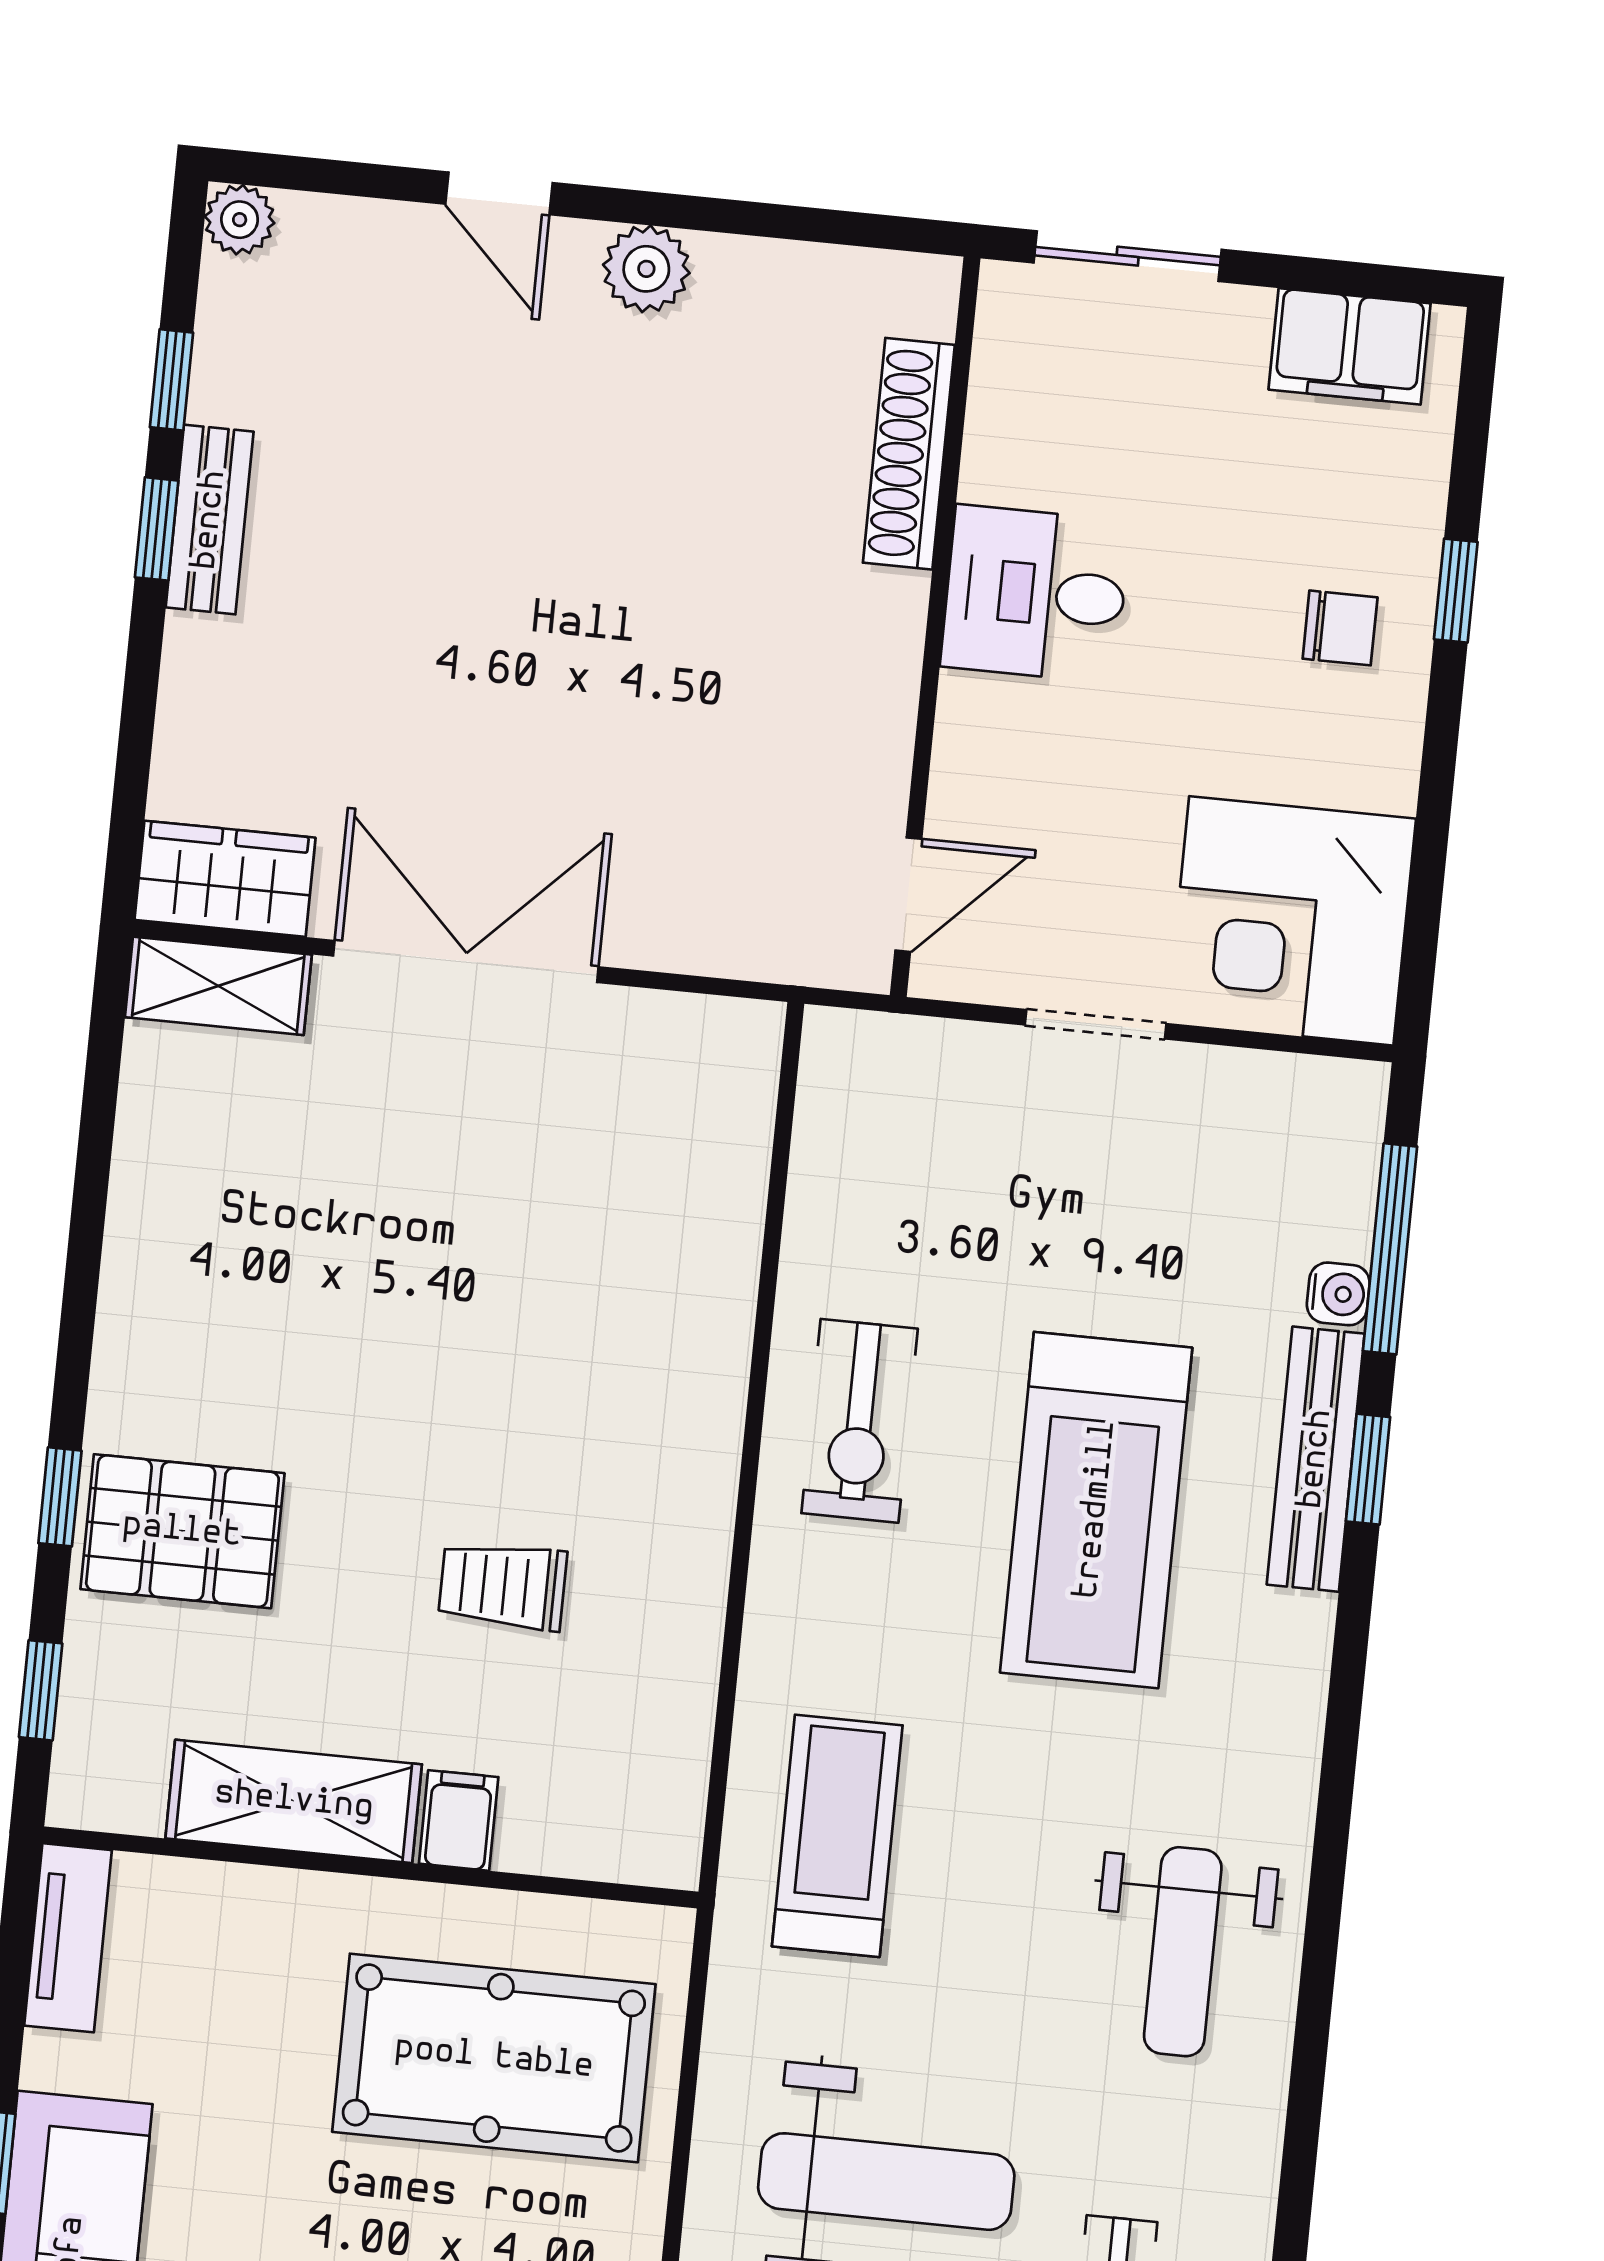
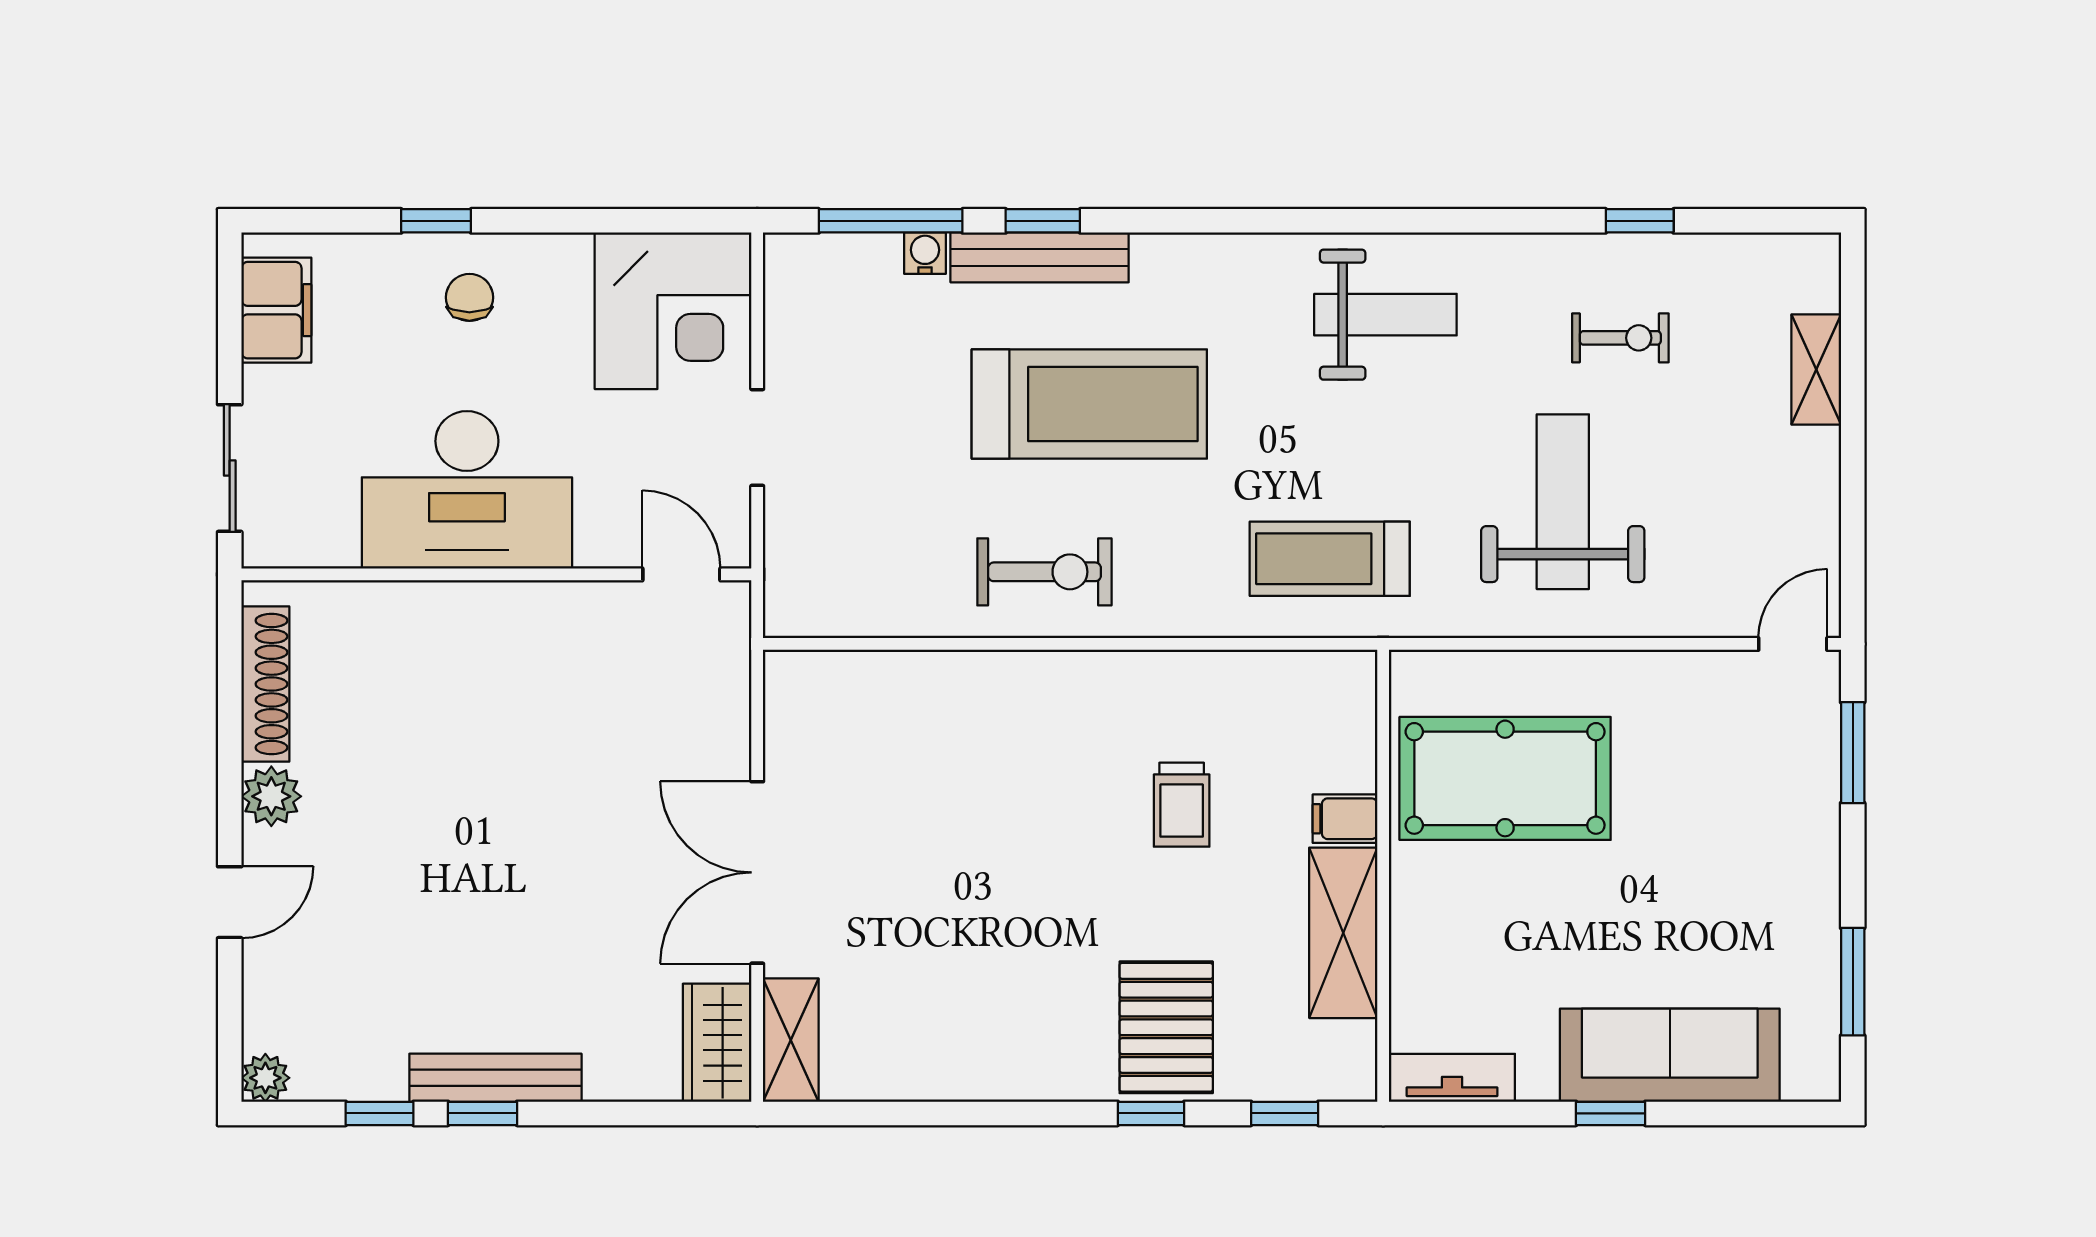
shoe rack: (909, 454) -> (265, 684), moved, turned -90
bench: (210, 520) -> (495, 1078), width x1.36
desk: (1035, 594) -> (467, 490), width x1.87, depth x1.30
pool table: (494, 2058) -> (1505, 778), turned 90

